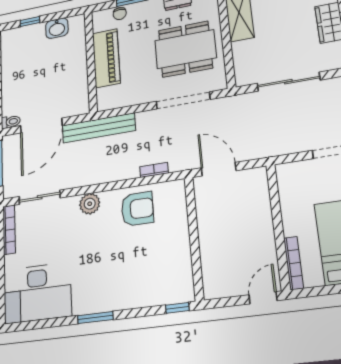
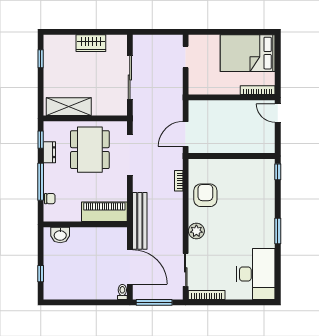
washbasin: (57, 28) -> (60, 235), moved, turned 90
piano: (106, 58) -> (104, 212), moved

